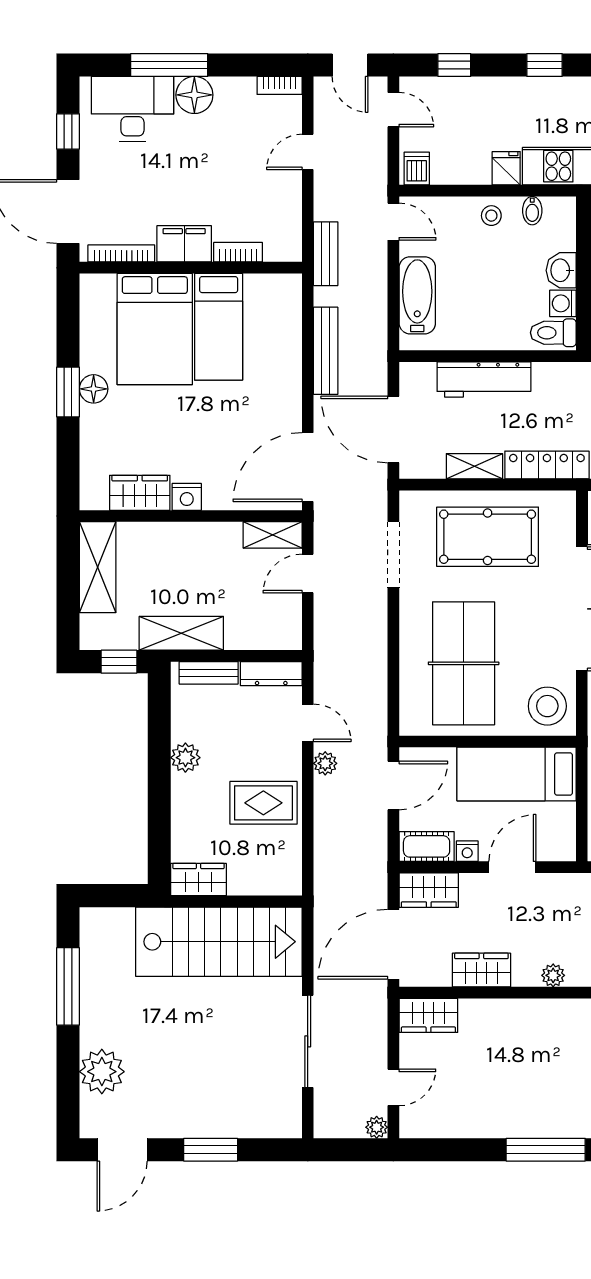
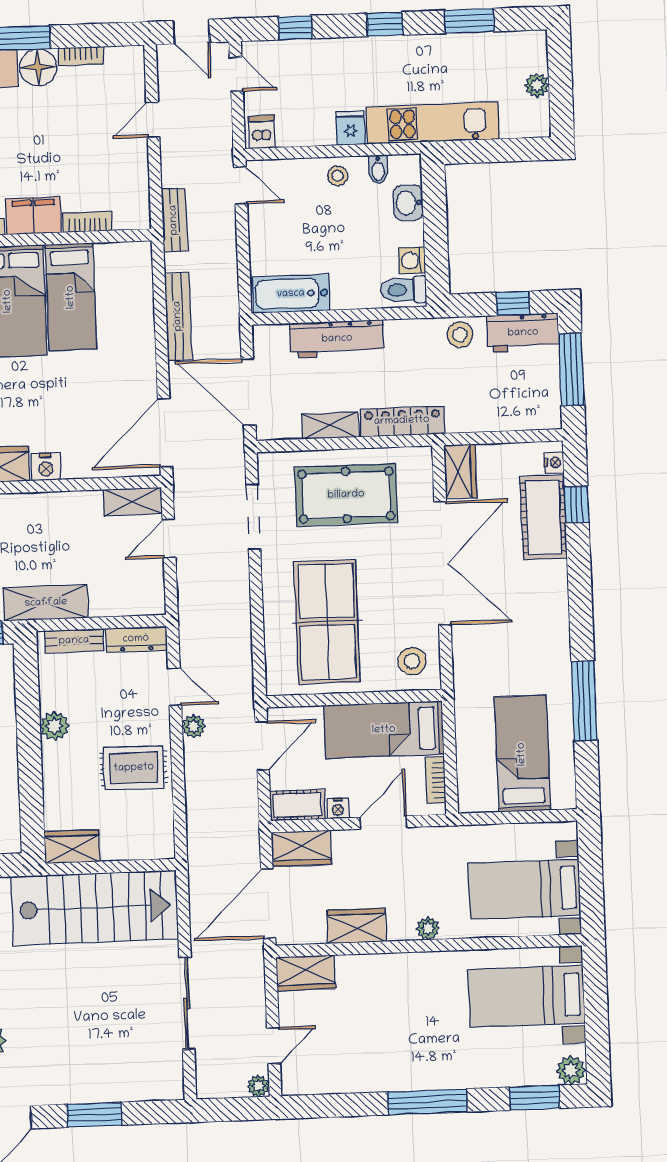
bookcase: (280, 85) -> (81, 56), moved
washbasin: (561, 270) -> (408, 203), moved
bathtub: (417, 295) -> (291, 294), moved, turned -90
stool: (547, 706) -> (412, 661), width x0.73, depth x0.73
bookcase: (567, 827) -> (436, 780), added

